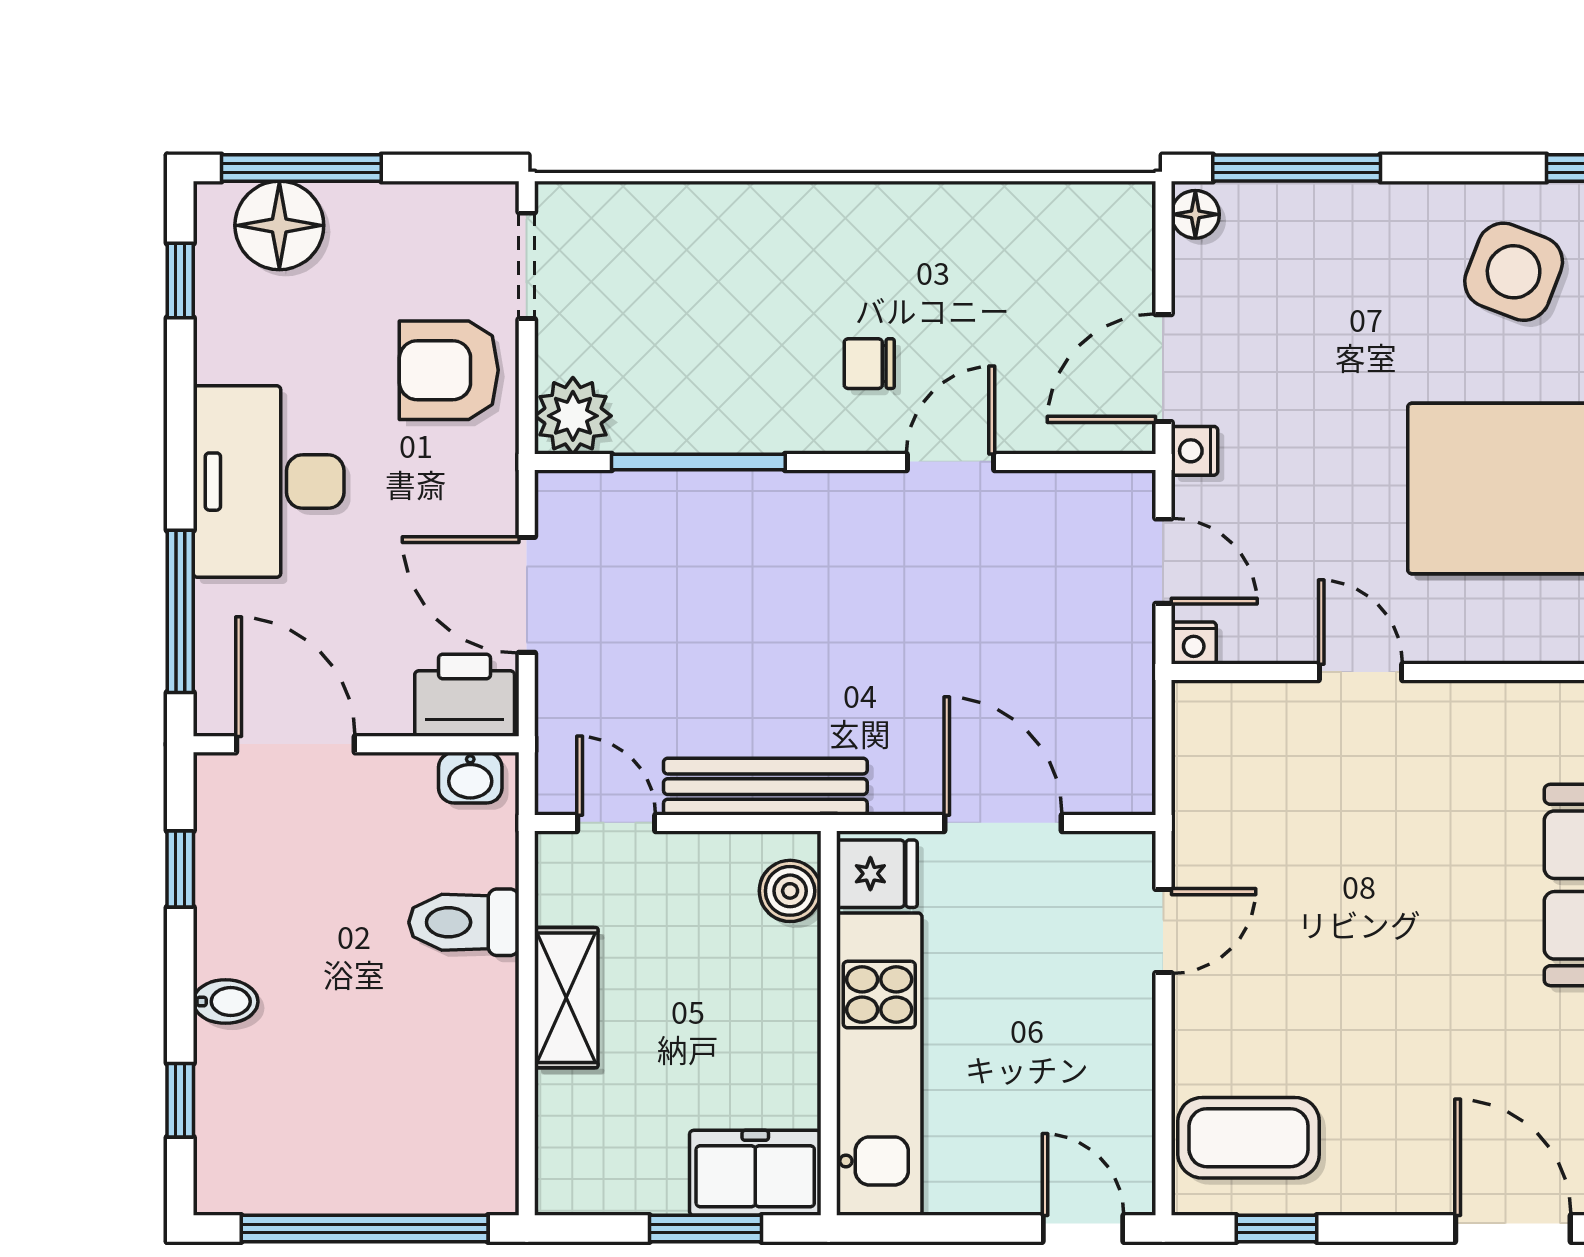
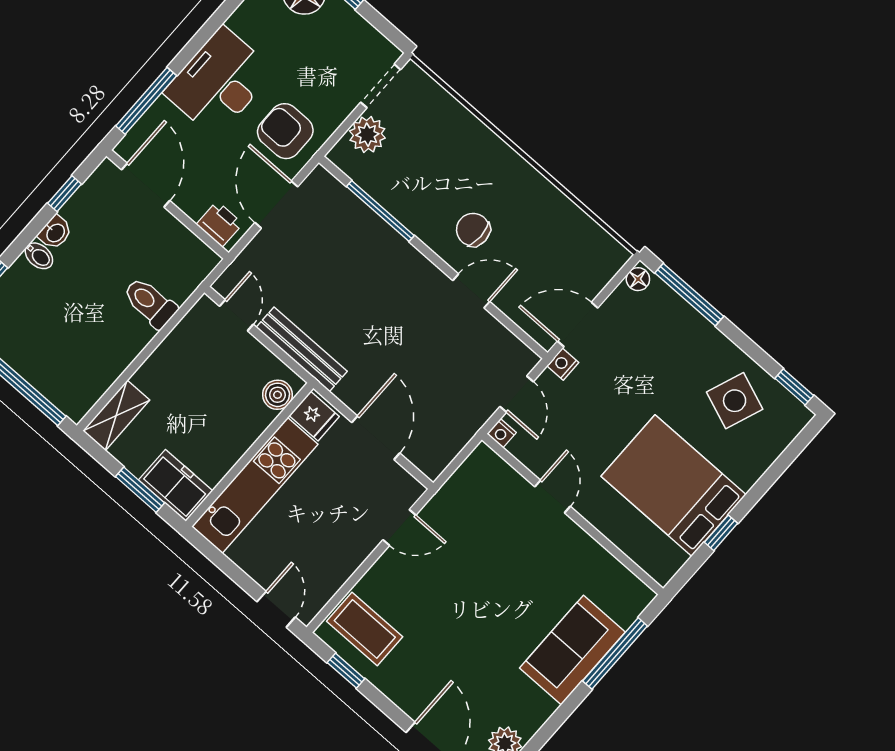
chair: (869, 364) -> (473, 230), width x1.37, depth x1.37
armchair: (449, 370) -> (285, 131), moved
plant: (573, 416) -> (367, 135), moved
printer: (465, 695) -> (220, 224), width x0.73, depth x0.81
washbasin: (470, 778) -> (55, 232), moved, turned -90
shelving: (566, 998) -> (116, 416), moved

